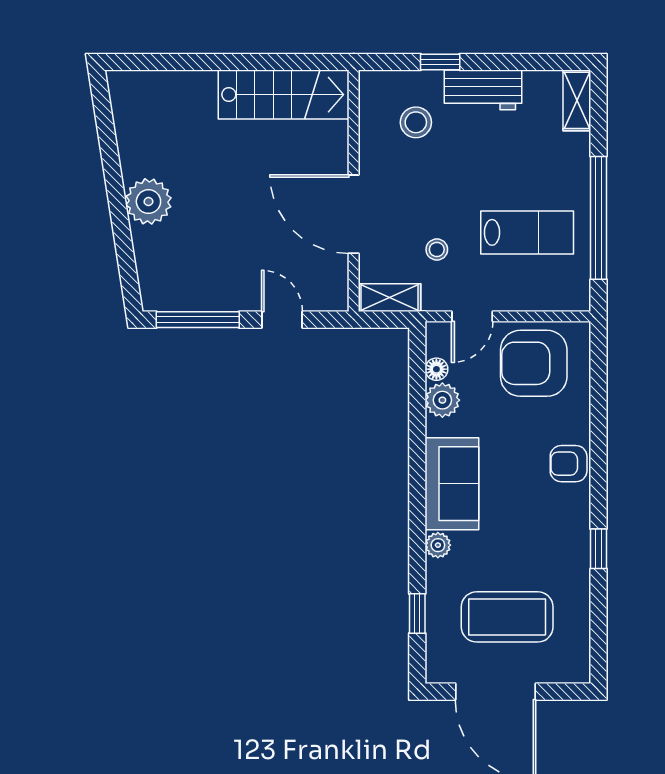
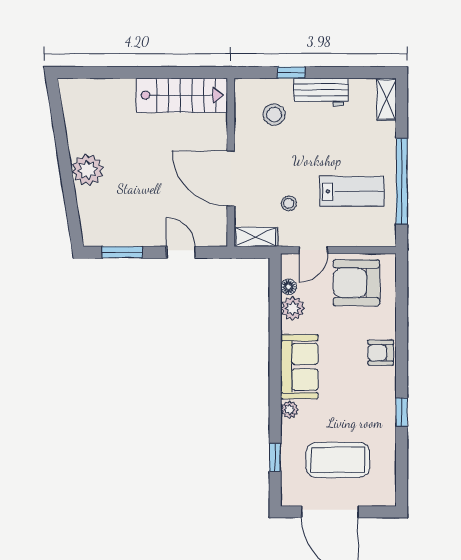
window: (198, 320) -> (122, 252), width x0.69

